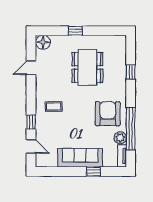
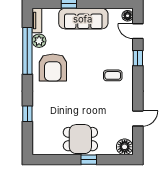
dining table: (87, 67) -> (80, 139), moved, width x0.73
floor lamp: (40, 160) -> (128, 16), added

